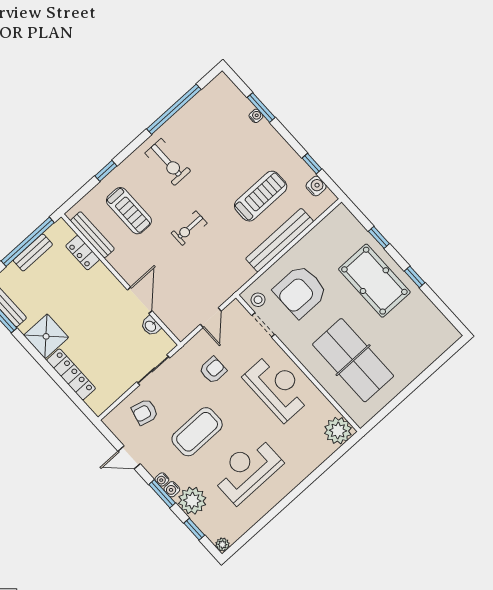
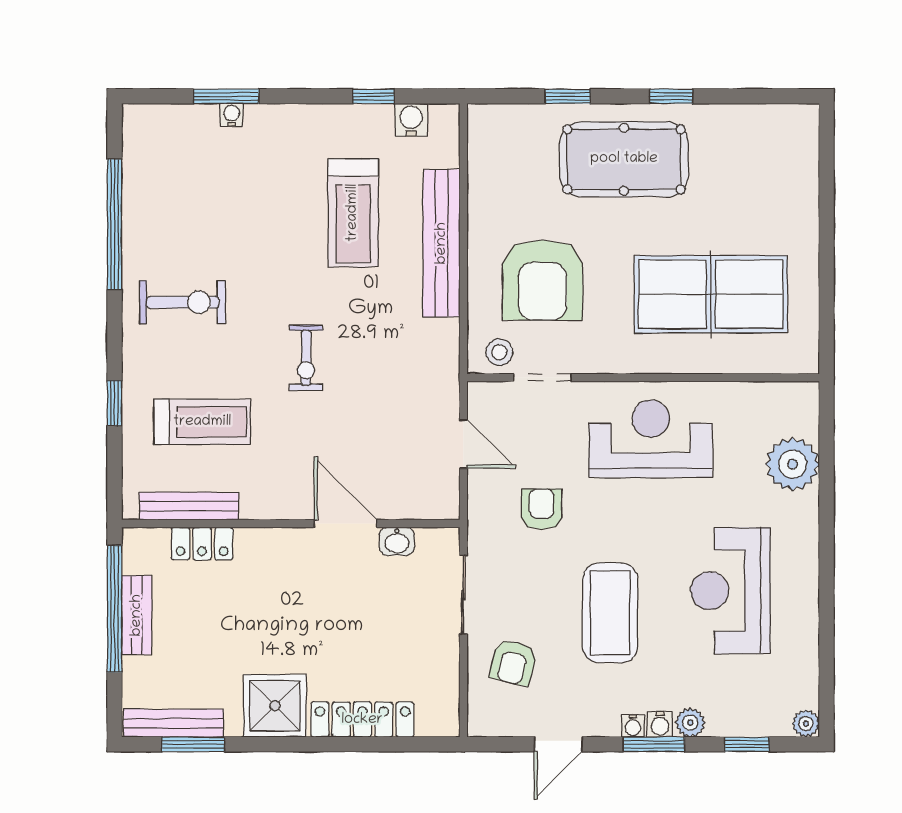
treadmill: (261, 196) -> (353, 213), turned 180
plant: (338, 431) -> (793, 464), moved
plant: (192, 501) -> (690, 723), width x0.53, depth x0.53

